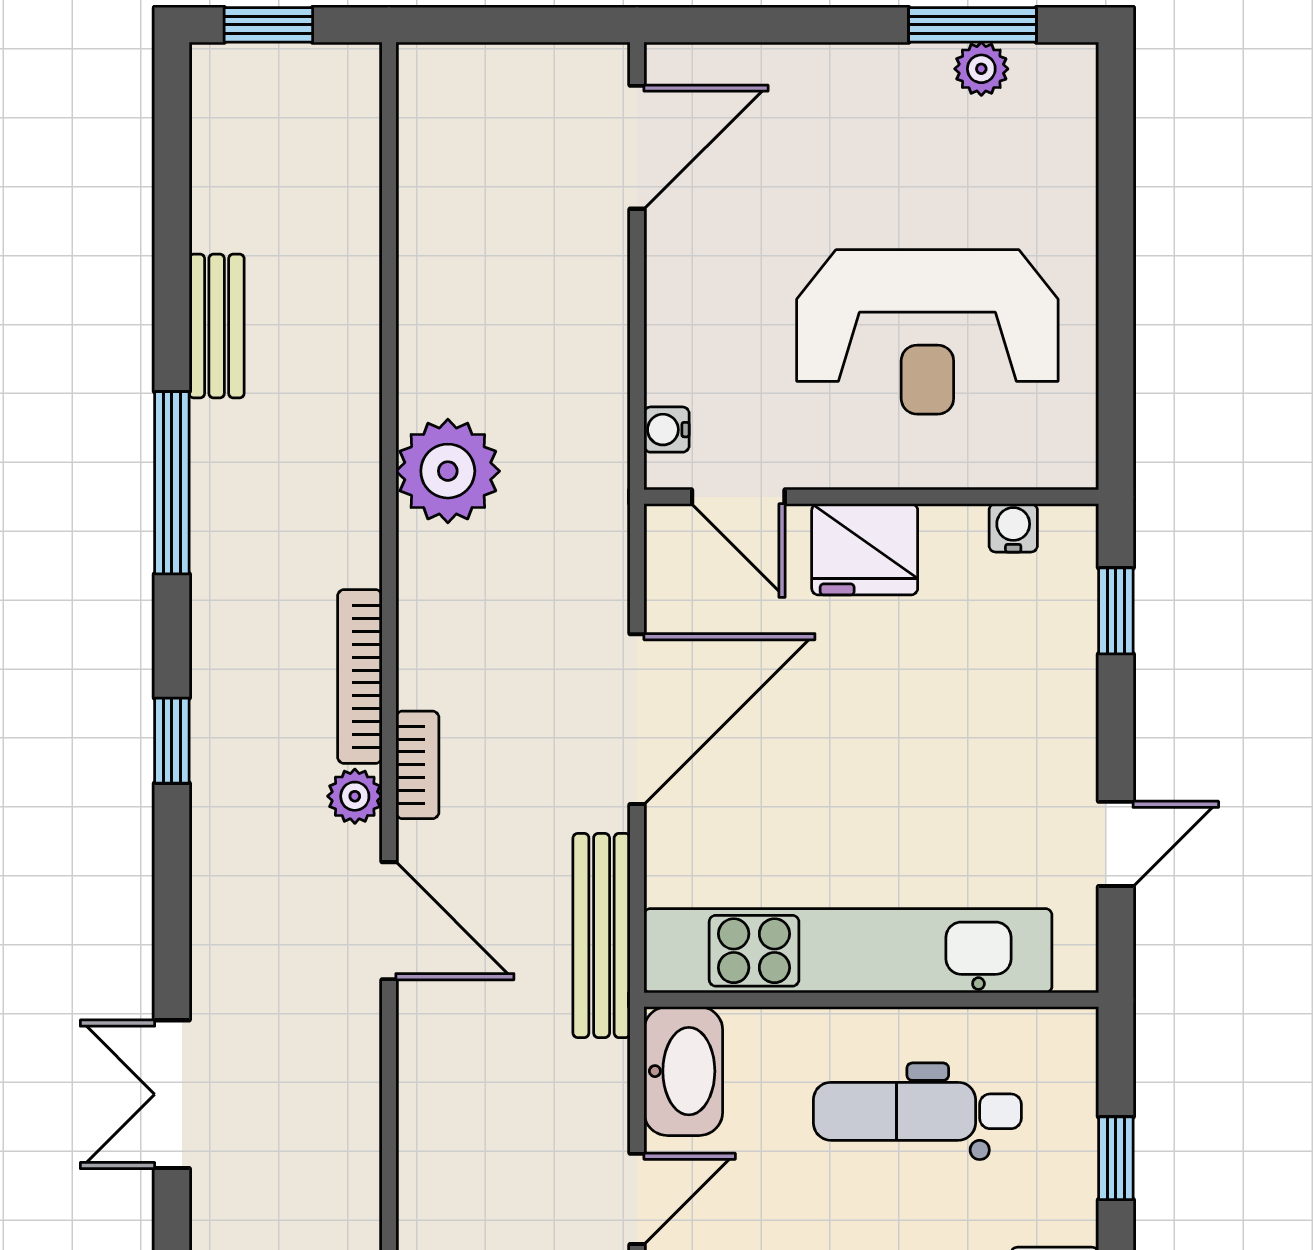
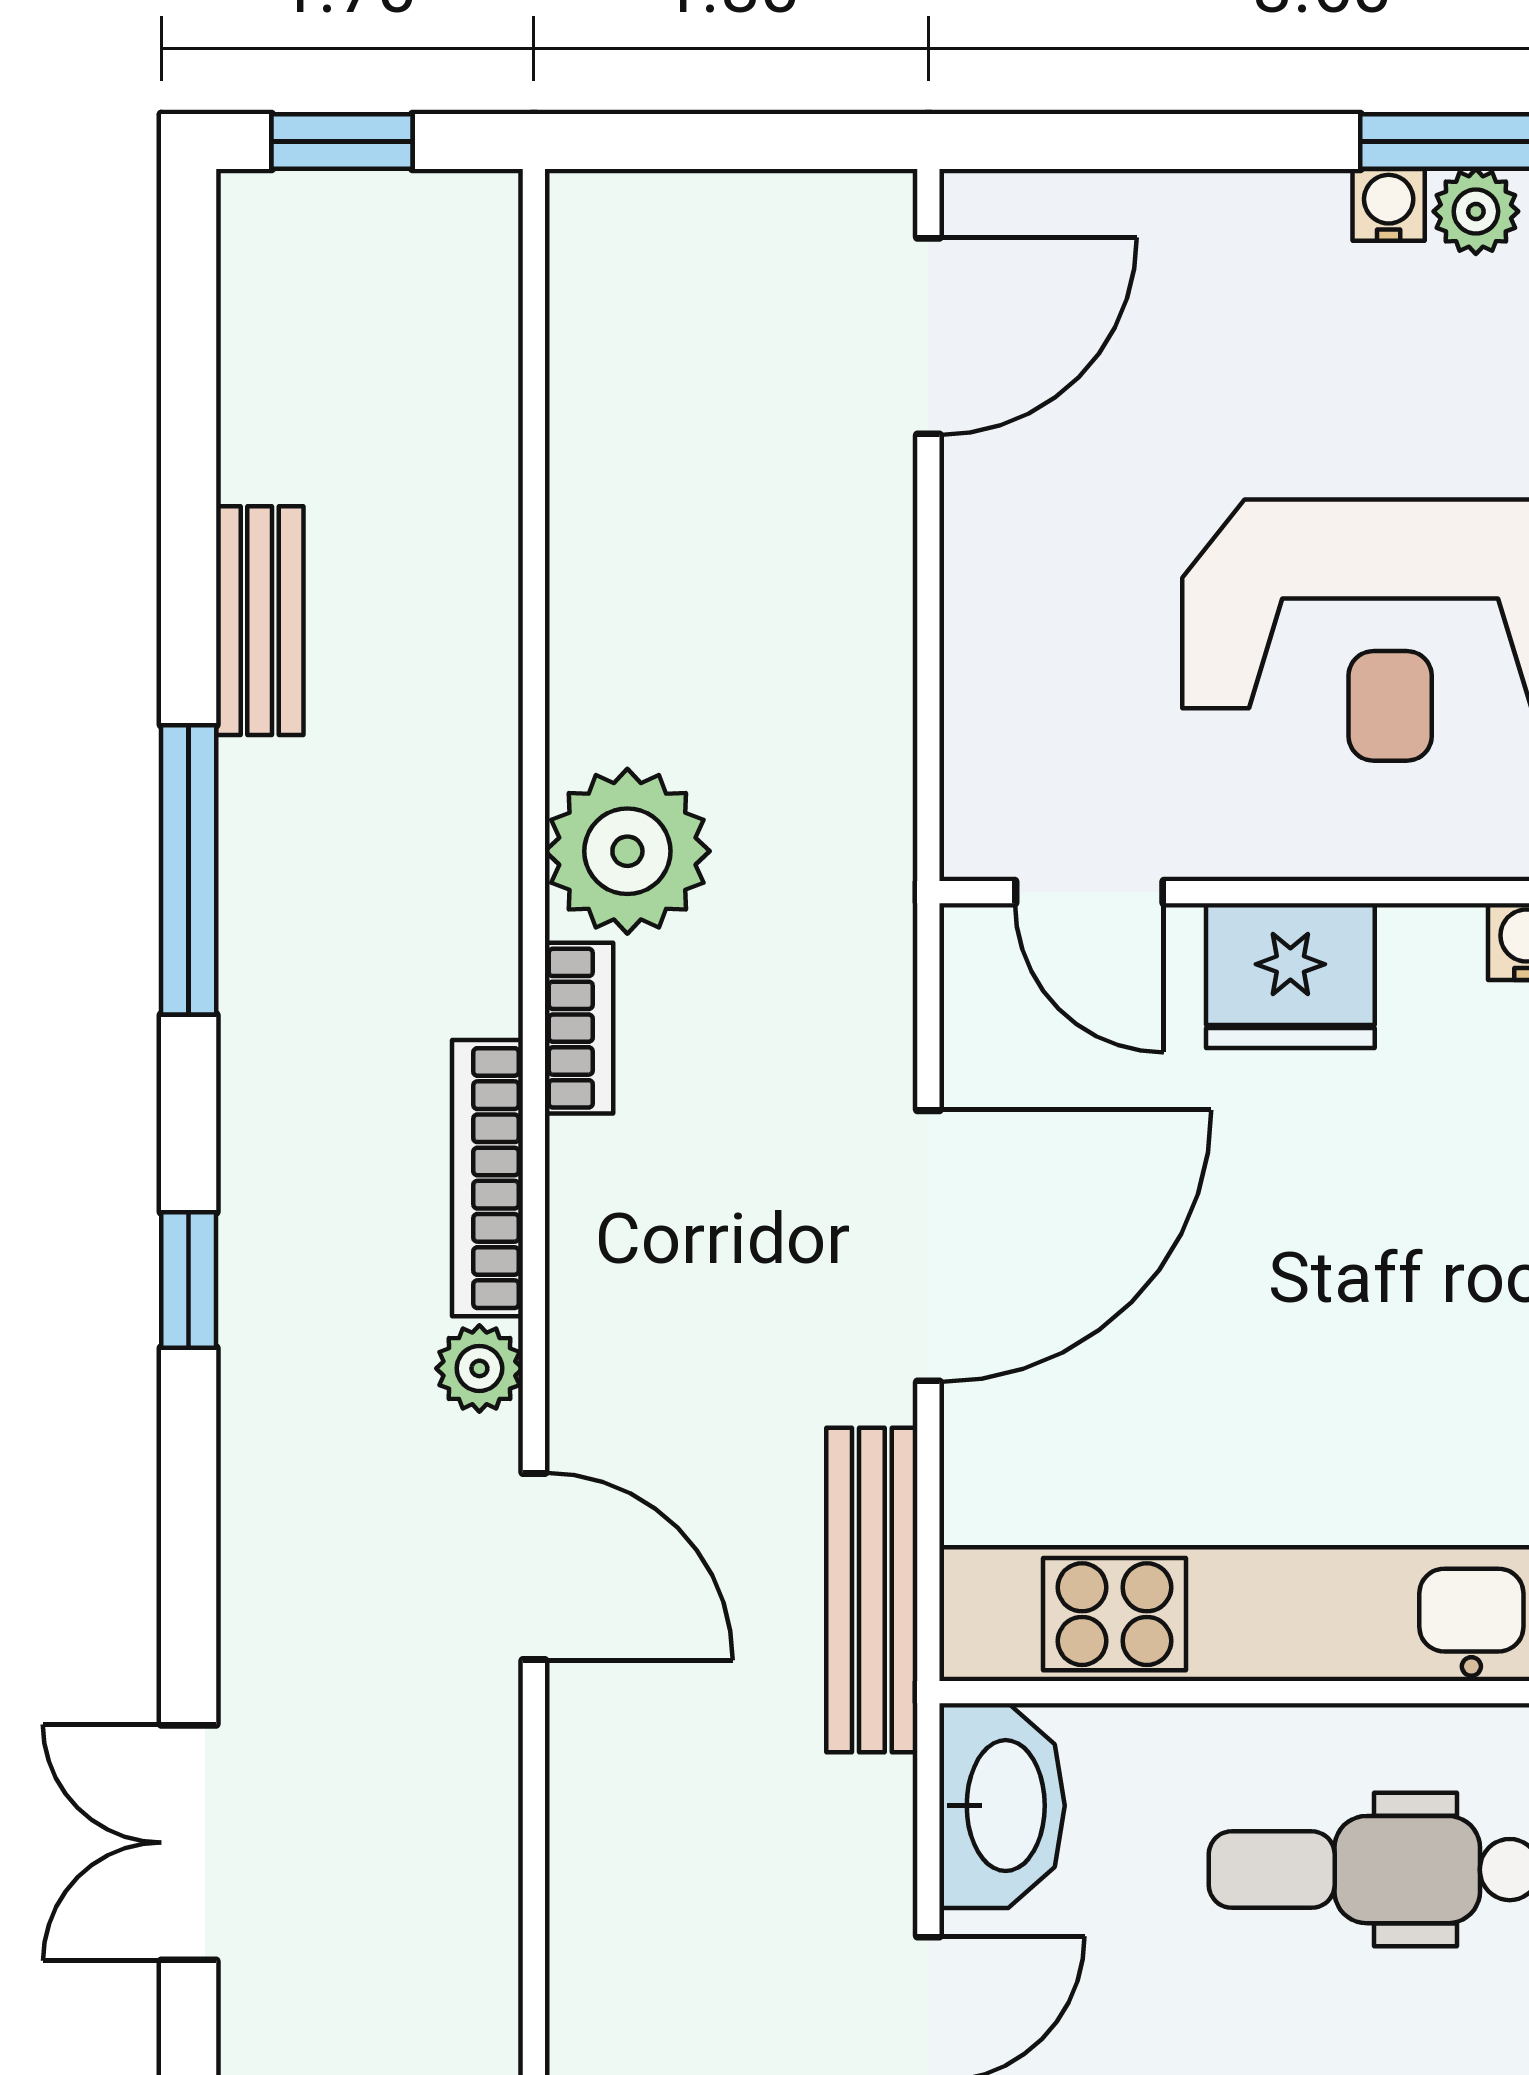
water cooler: (666, 430) -> (1389, 205), moved, turned 90
bookcase: (417, 765) -> (579, 1028), moved

